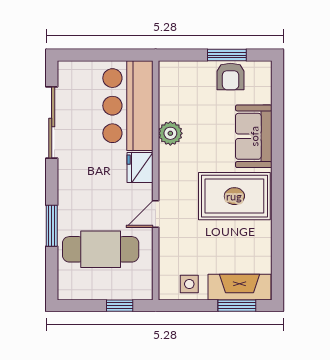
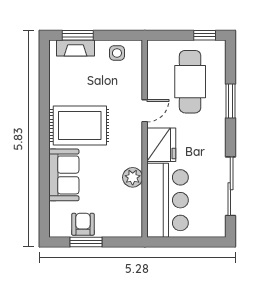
fridge: (140, 167) -> (161, 145), width x1.36, depth x1.34
cafe table: (101, 249) -> (190, 82), turned 90
fireplace: (240, 287) -> (76, 48), width x0.73, depth x0.76
window: (120, 306) -> (205, 35), moved

